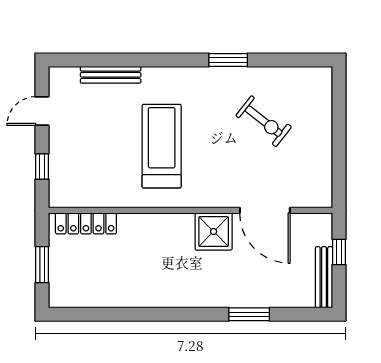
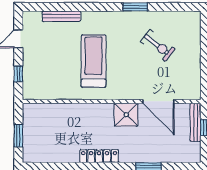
locker: (86, 223) -> (99, 156), moved, turned 180
bench: (324, 277) -> (196, 122), moved

